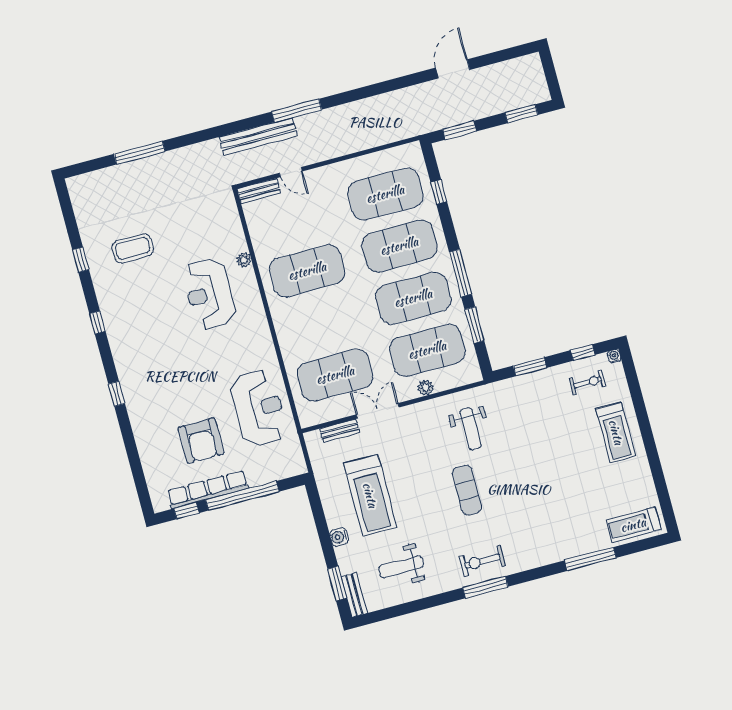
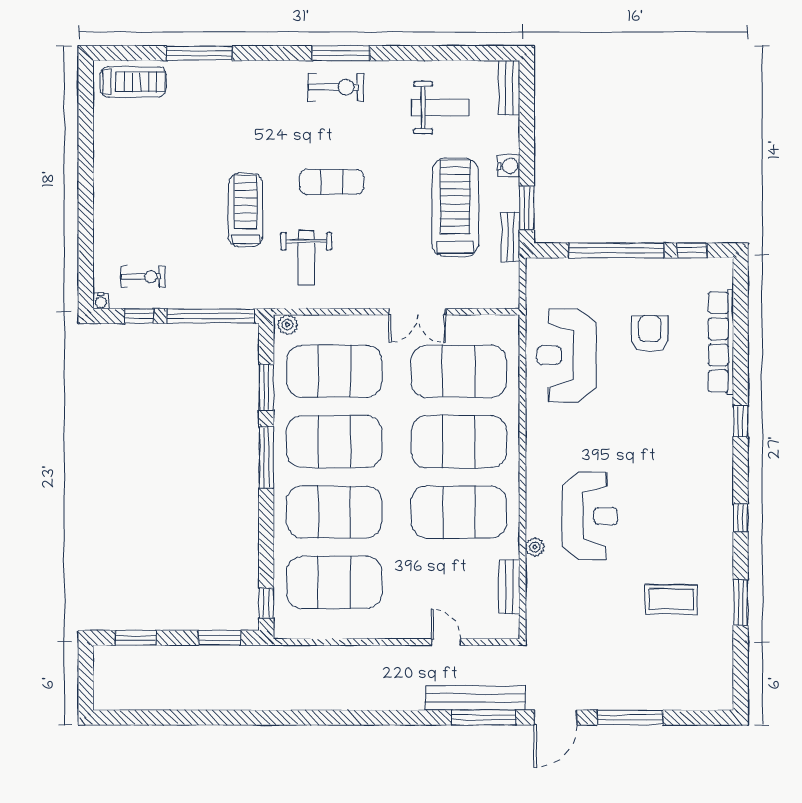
door: (453, 69) -> (556, 718), moved
window: (297, 111) -> (484, 718), moved
bench: (259, 191) -> (509, 587), moved, turned 90
window: (439, 192) -> (266, 603), moved
window: (81, 260) -> (741, 603), width x1.50
exercise mat: (321, 323) -> (459, 442), added
window: (530, 367) -> (210, 316), width x2.11
exercise bike: (588, 382) -> (143, 277), turned 180
plant: (426, 388) -> (288, 325), moved
weight bench: (470, 429) -> (306, 258), turned 180
bench: (340, 431) -> (510, 237), moved, turned 90
treadmill: (616, 432) -> (246, 210), moved
armchair: (201, 441) -> (650, 334), width x0.73, depth x0.73
row of seats: (208, 490) -> (721, 342), moved, turned 90
exercise mat: (467, 490) -> (332, 182), turned 90
window: (337, 583) -> (527, 208), moved

